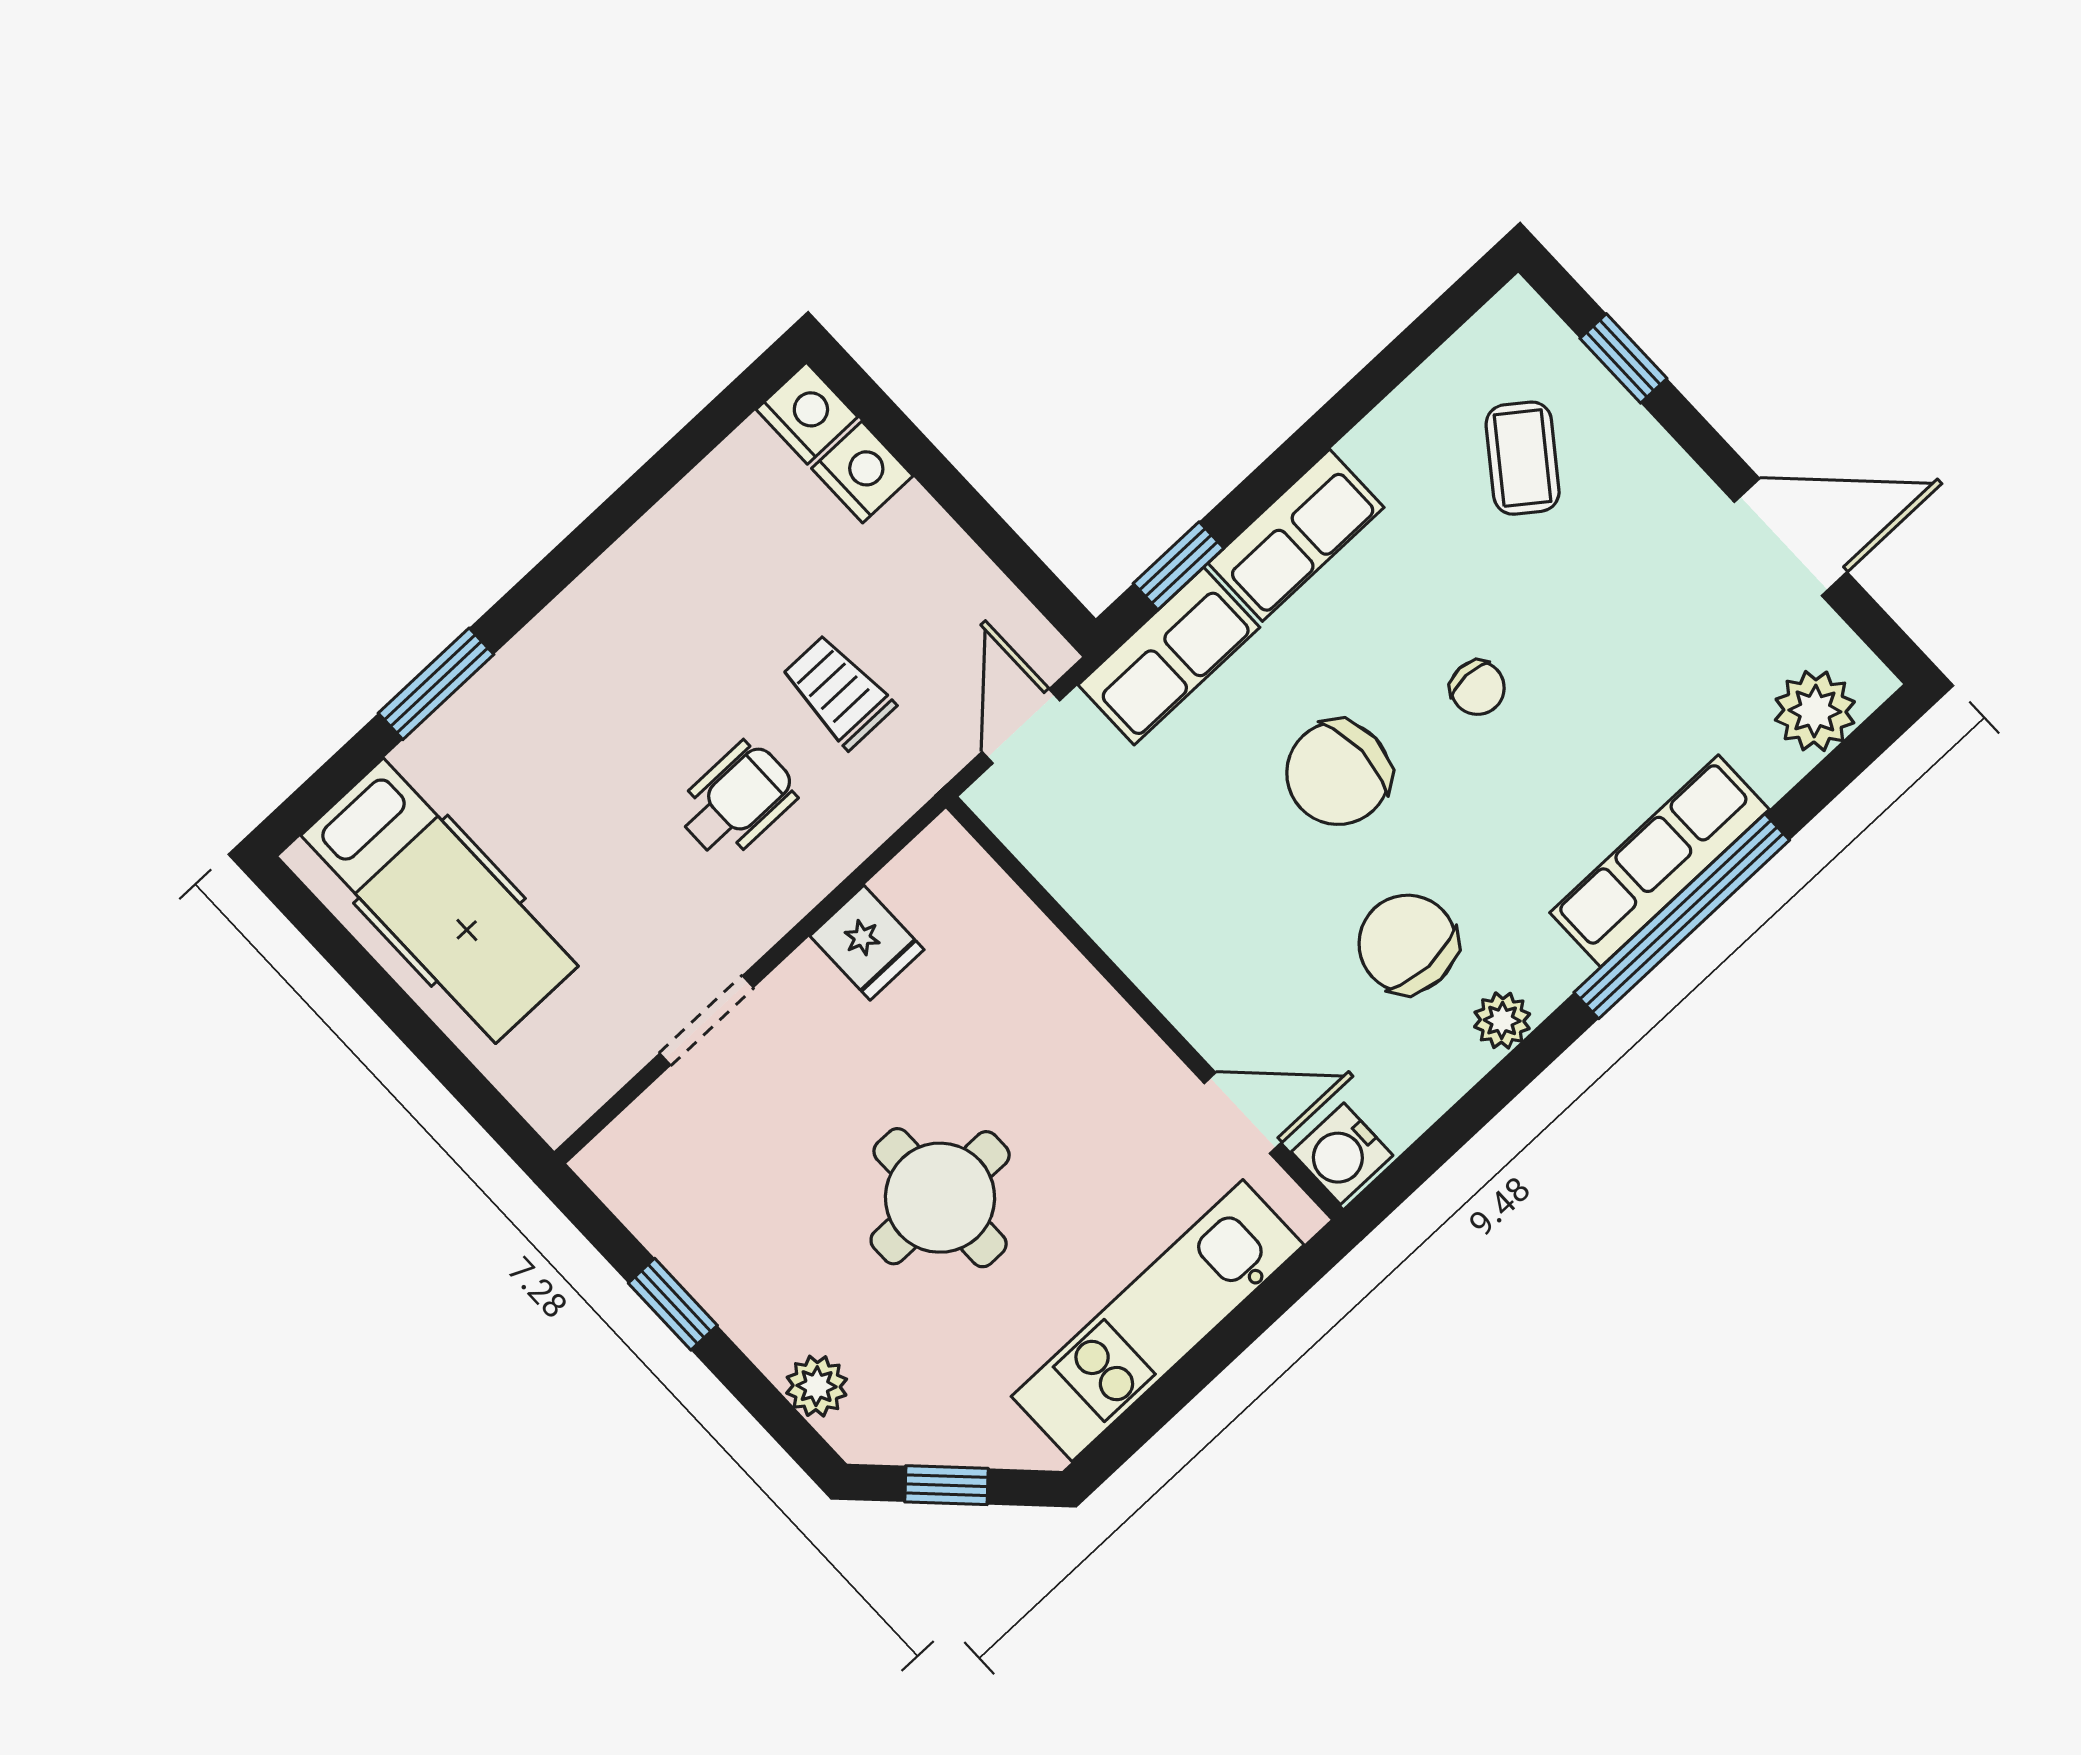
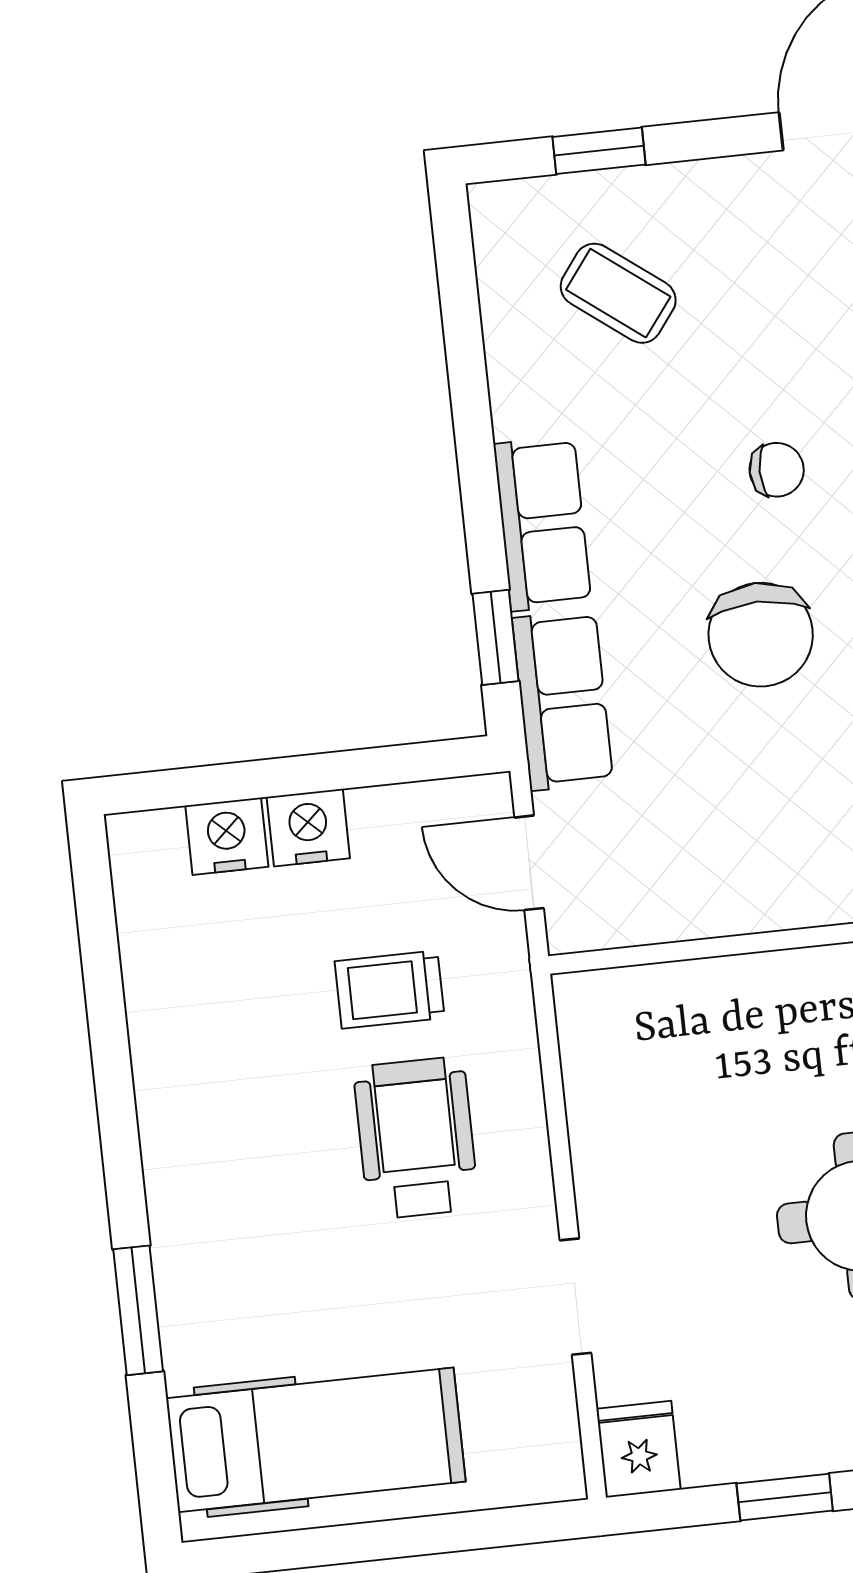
nightstand: (807, 413) -> (308, 828), moved
wheelchair: (737, 800) -> (416, 1138), width x1.36, depth x1.37
fridge: (867, 943) -> (638, 1449), moved, turned -90

